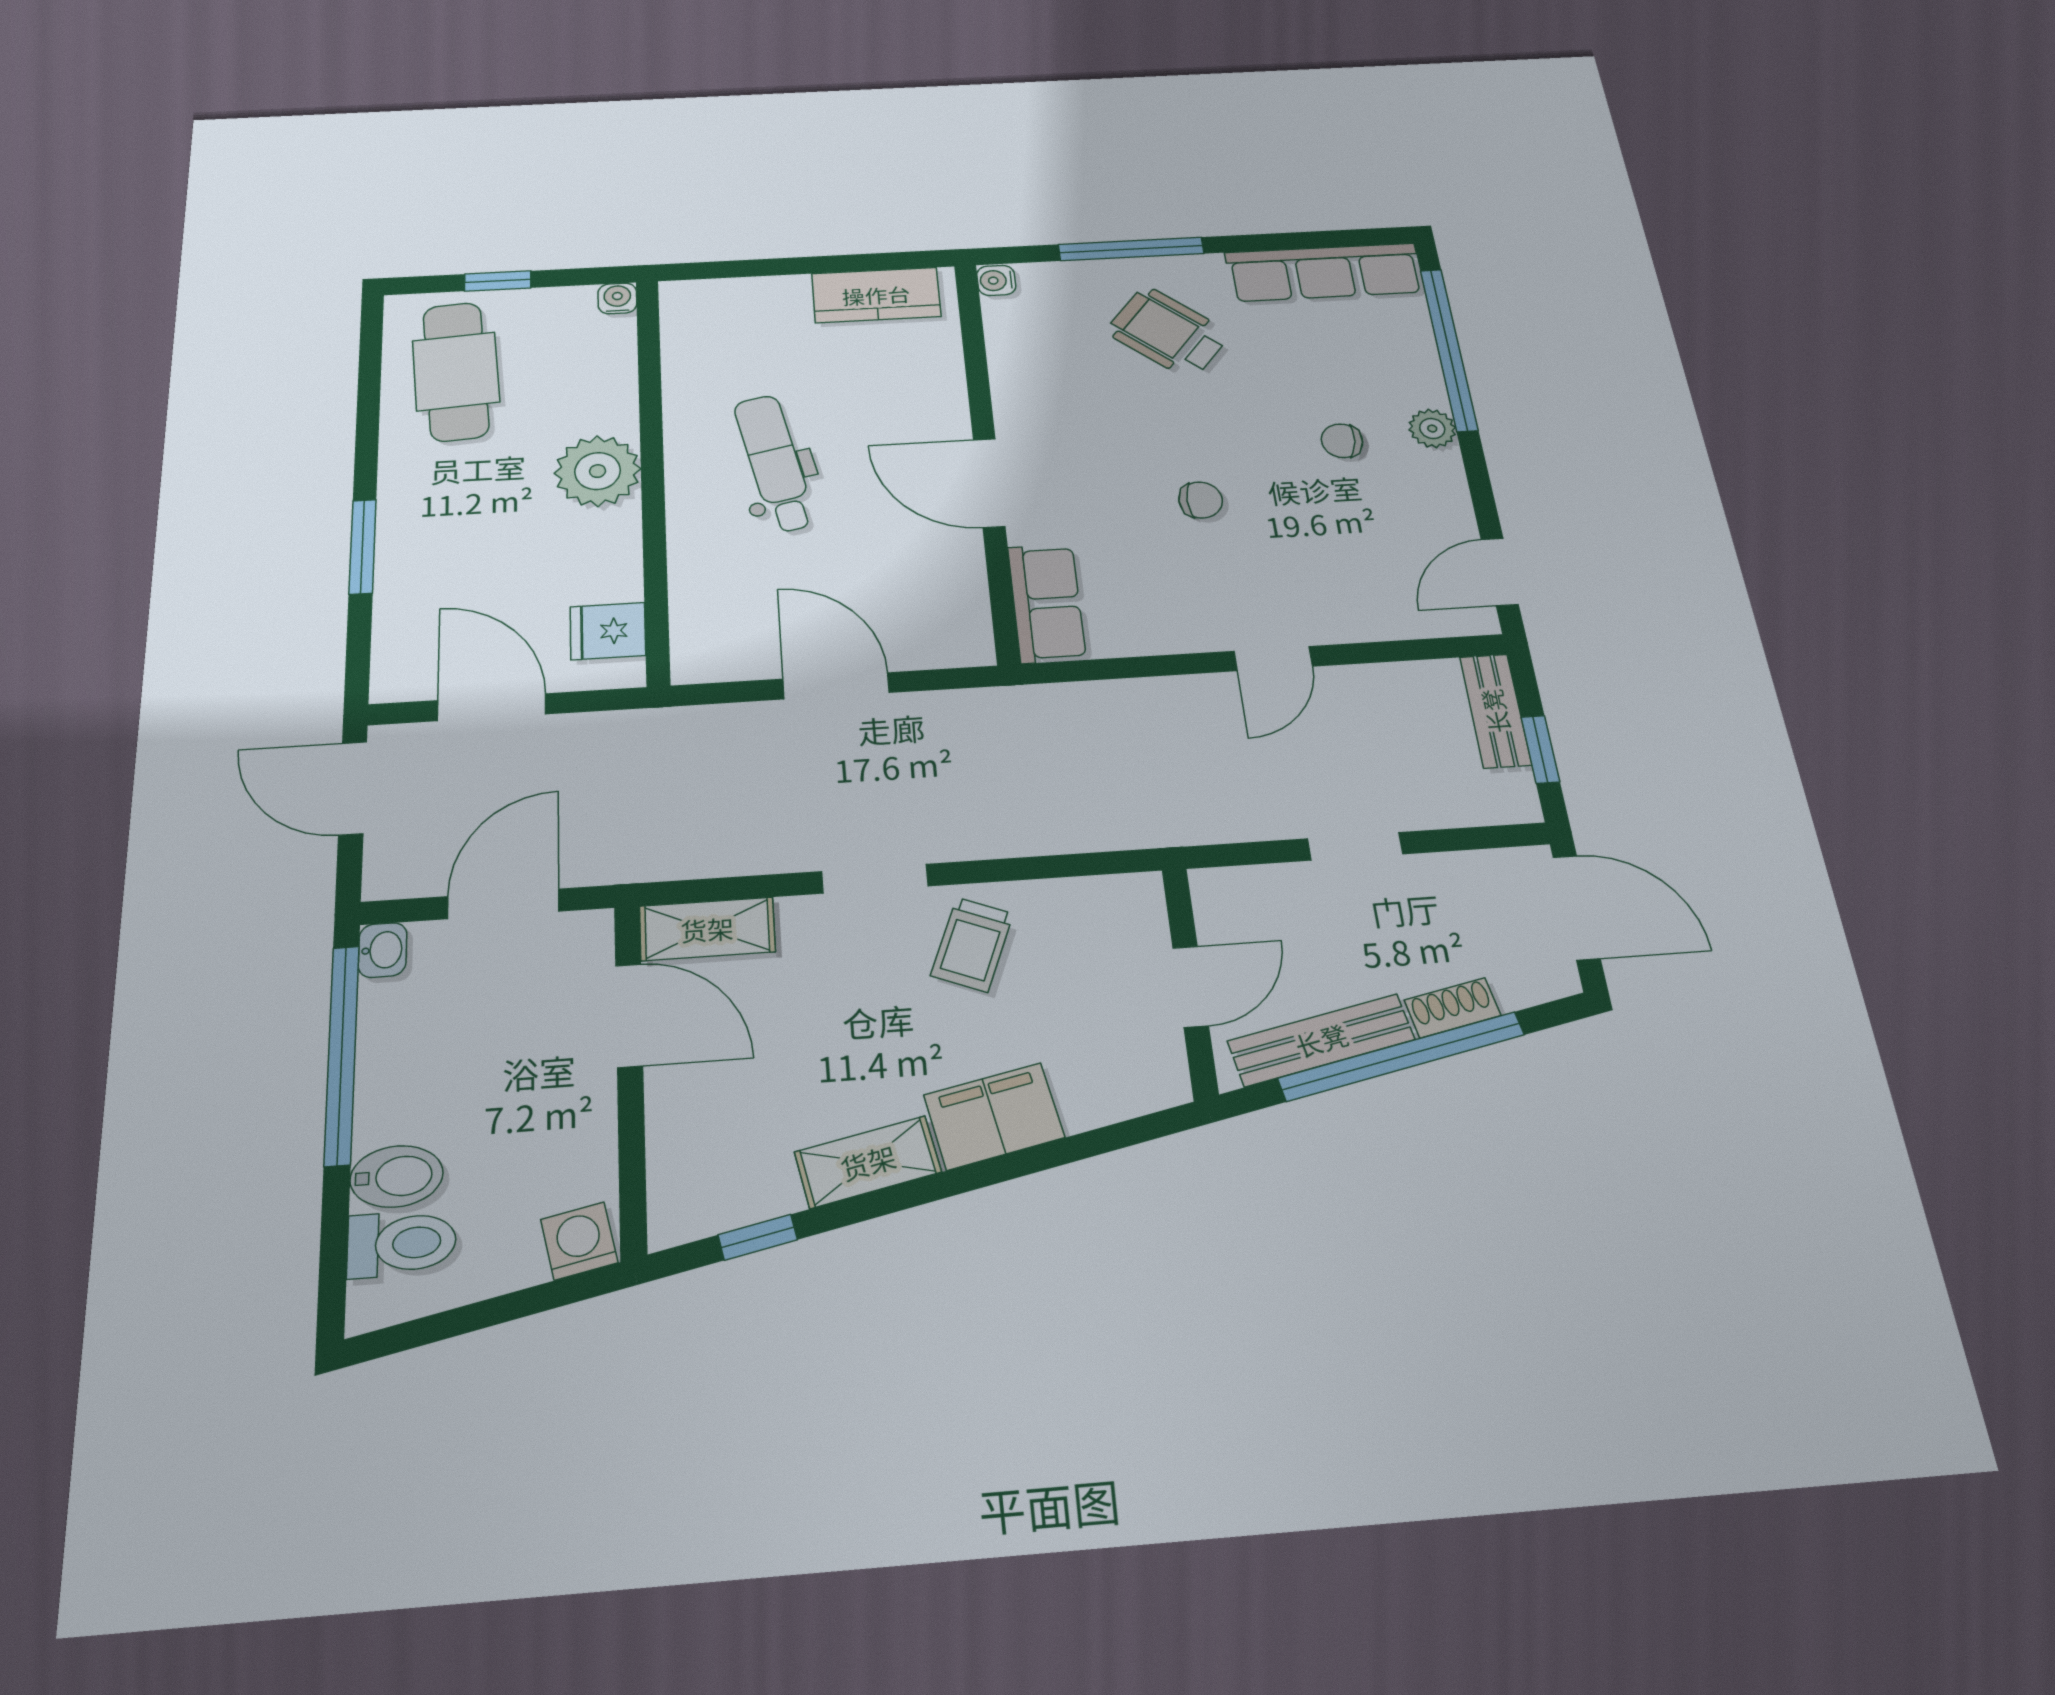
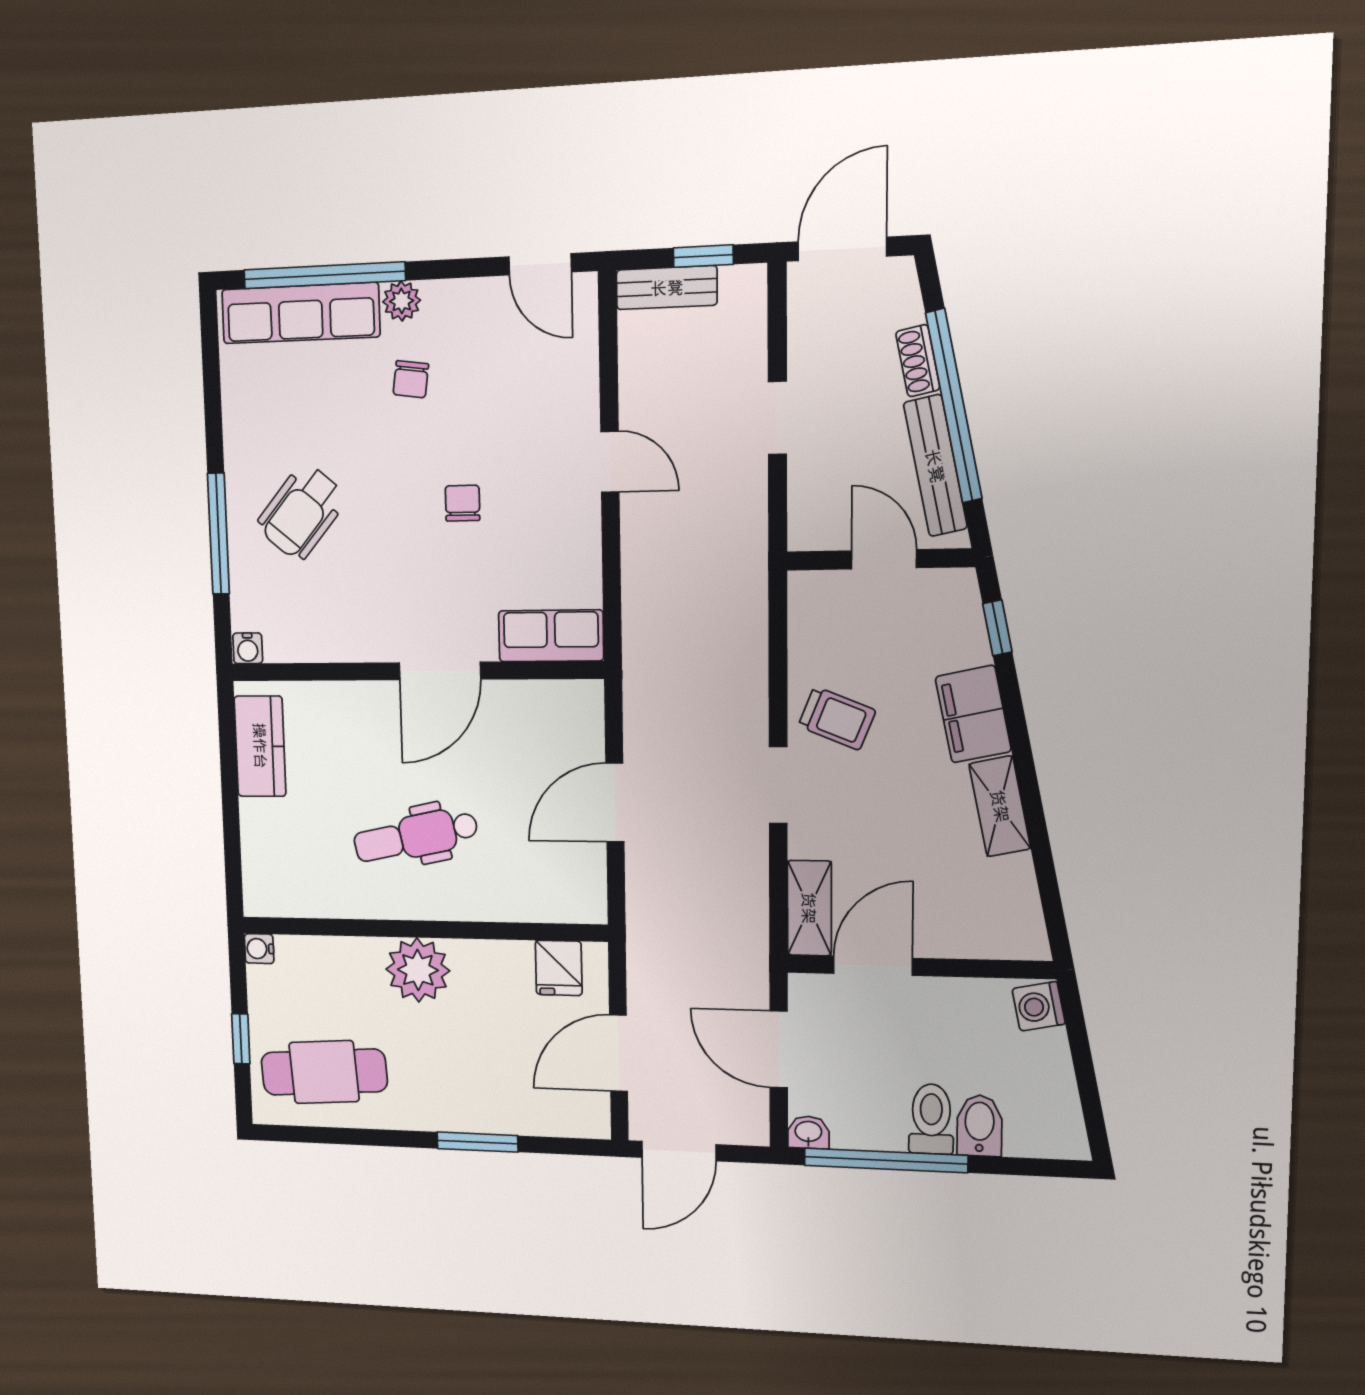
row of seats: (1324, 272) -> (301, 313), moved, turned 90
window: (758, 1237) -> (997, 628), moved
toilet: (402, 1244) -> (931, 1119), moved

